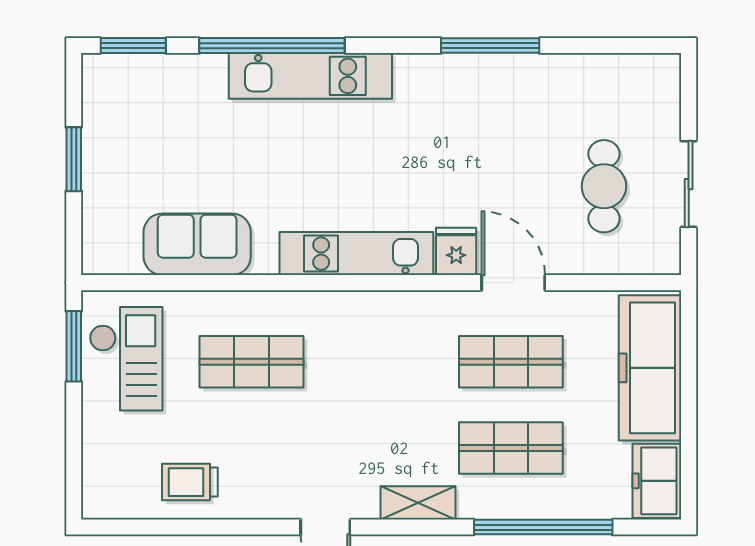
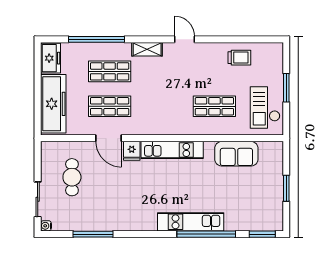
window: (490, 46) -> (93, 234), moved
water cooler: (668, 66) -> (46, 226), added
sliding door: (689, 184) -> (38, 199), moved
window: (74, 346) -> (286, 88), moved

